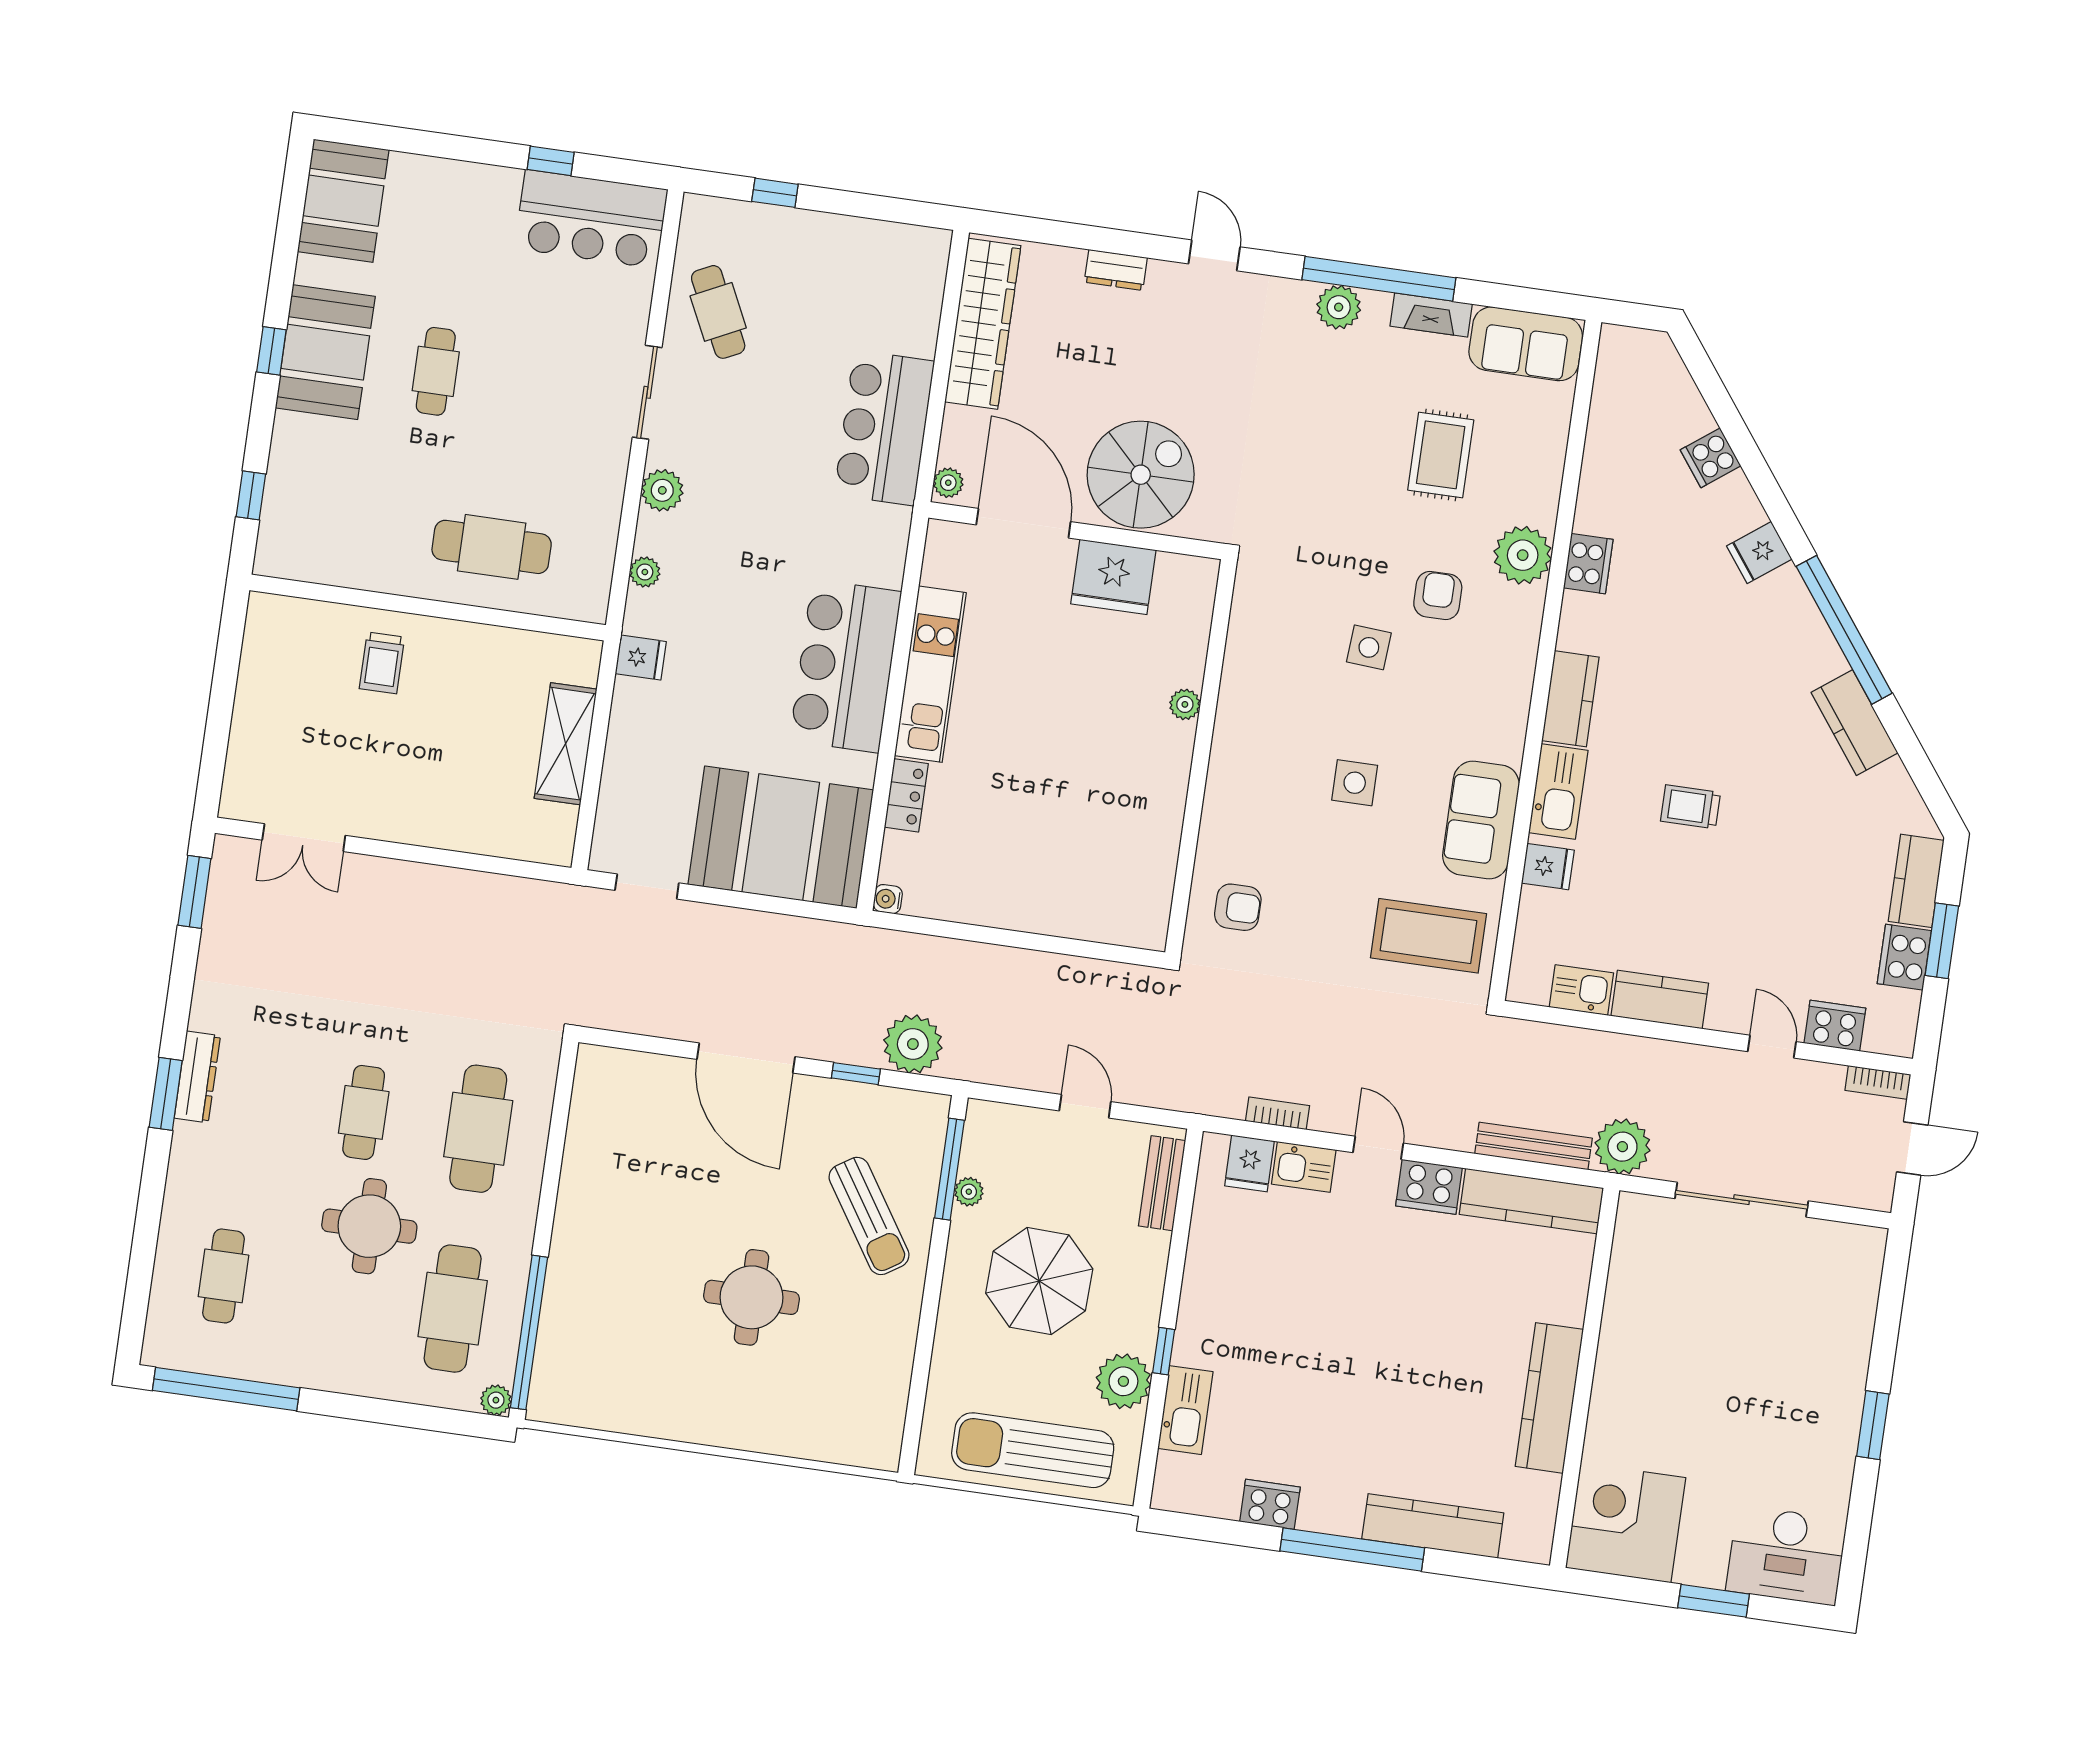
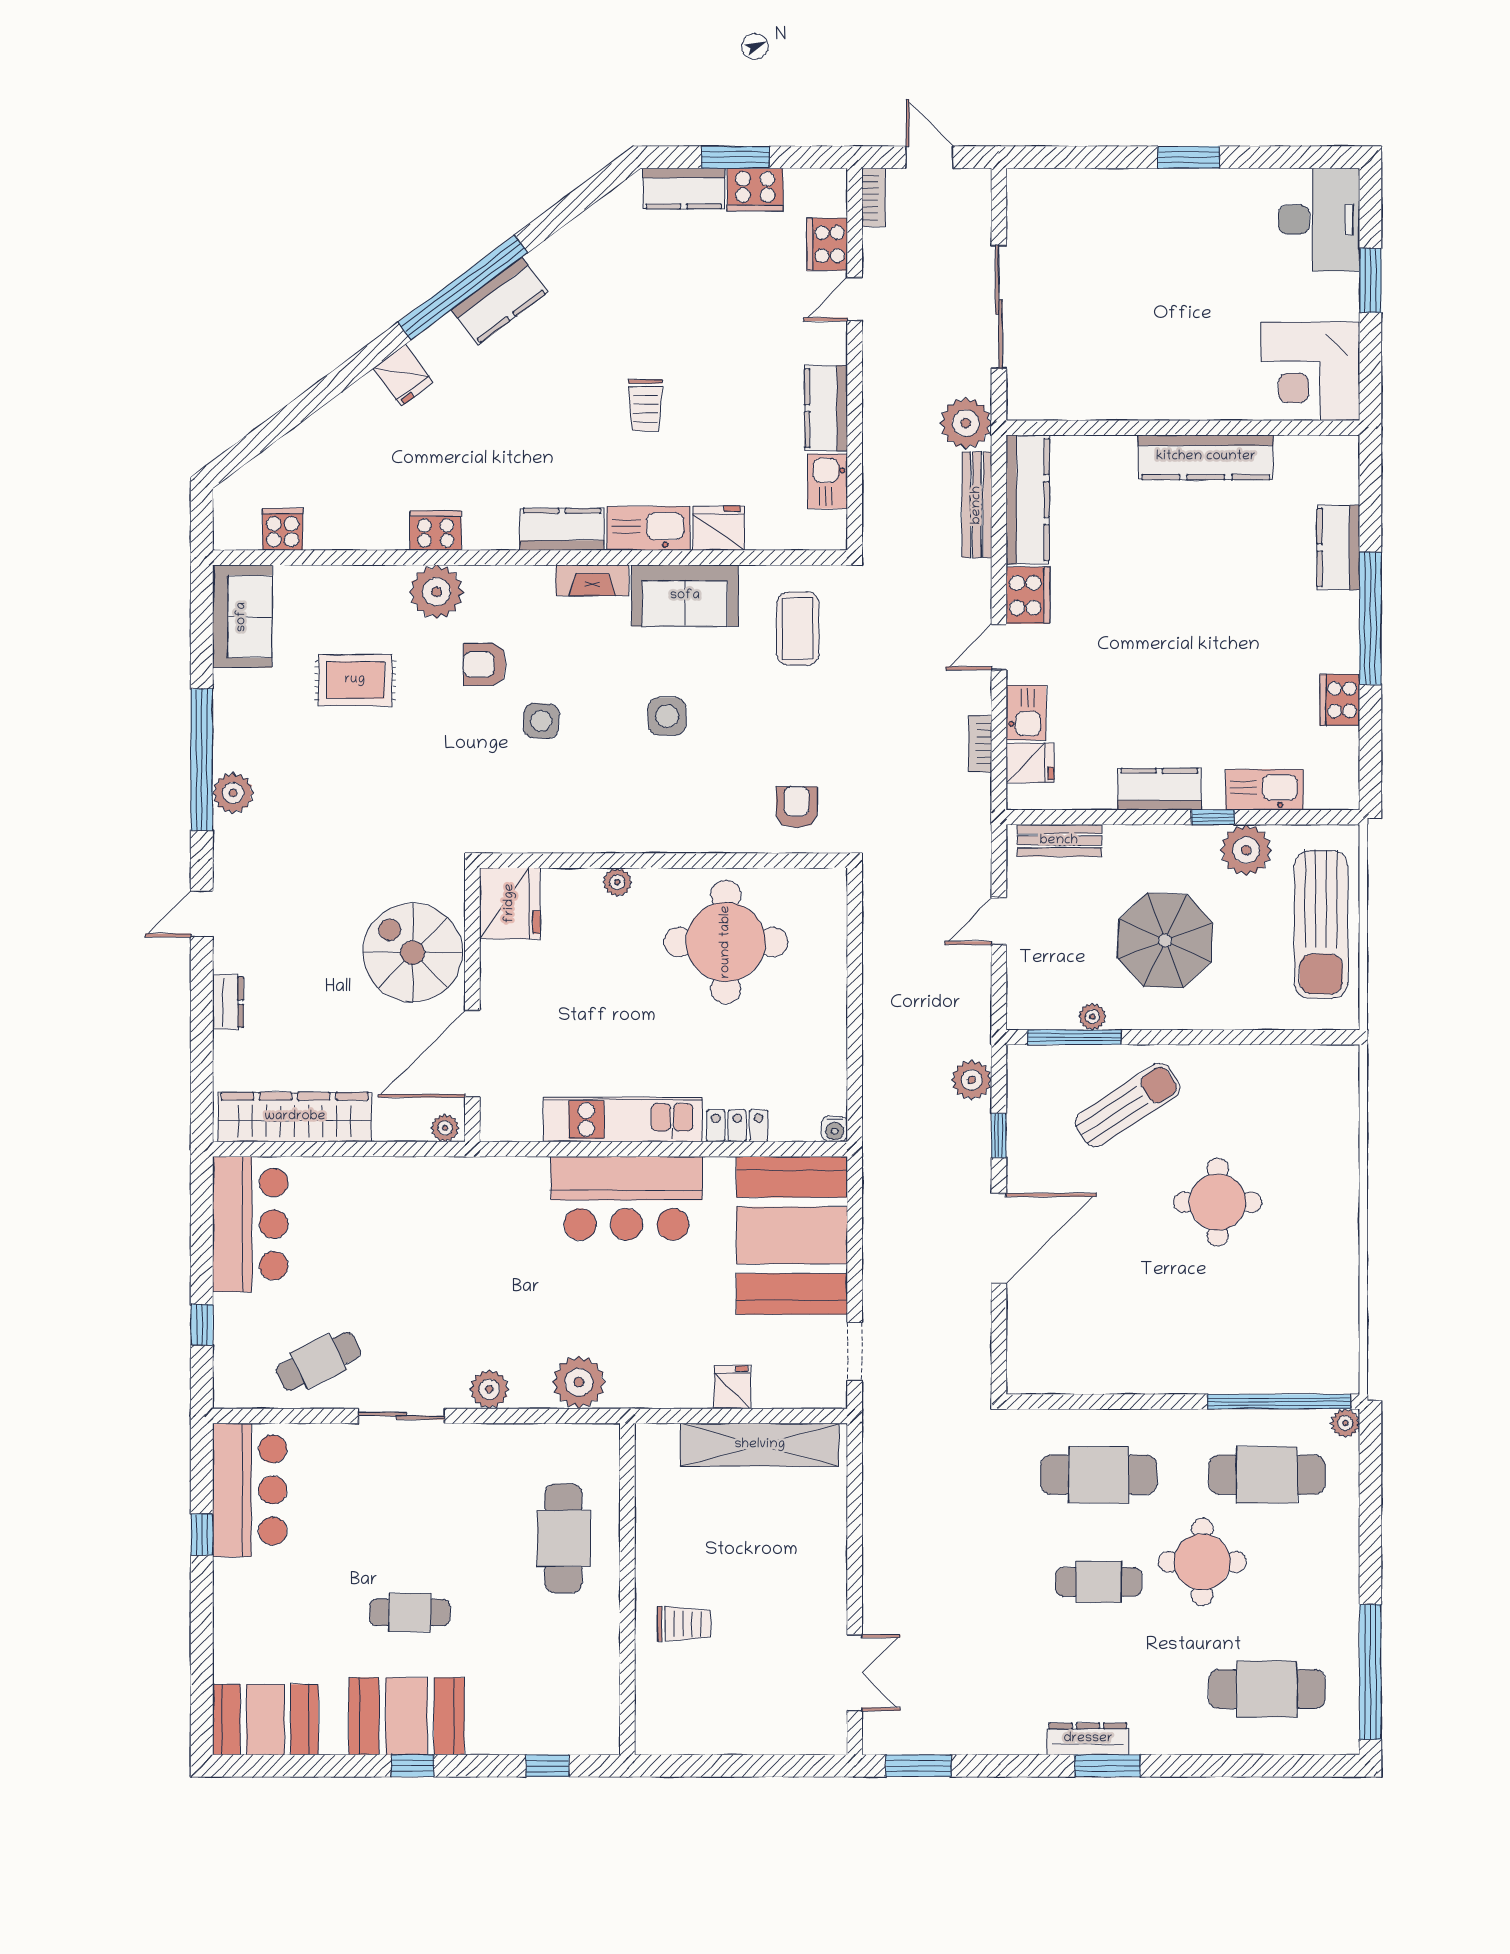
fireplace: (1431, 315) -> (592, 580), moved, turned 90
bar counter: (884, 428) -> (250, 1224), moved, turned -90
cooker: (1711, 458) -> (283, 529), moved, turned -143
plant: (645, 572) -> (579, 1382), width x1.87, depth x1.87
fridge: (1113, 577) -> (510, 903), moved
fridge: (641, 658) -> (732, 1387), moved
kitchen counter: (1855, 723) -> (500, 301), moved
shelving: (566, 744) -> (760, 1445), width x1.47
round table: (1104, 811) -> (726, 942), added
fridge: (1548, 867) -> (719, 528), width x1.38
coffee table: (1429, 936) -> (798, 629), width x0.73, depth x0.76
plant: (913, 1044) -> (972, 1080), width x0.73, depth x0.73
cafe table: (223, 1276) -> (1267, 1689), width x1.37, depth x1.35
kitchen counter: (1202, 1298) -> (1159, 789), added
kitchen counter: (1433, 1526) -> (1338, 548), width x0.67

